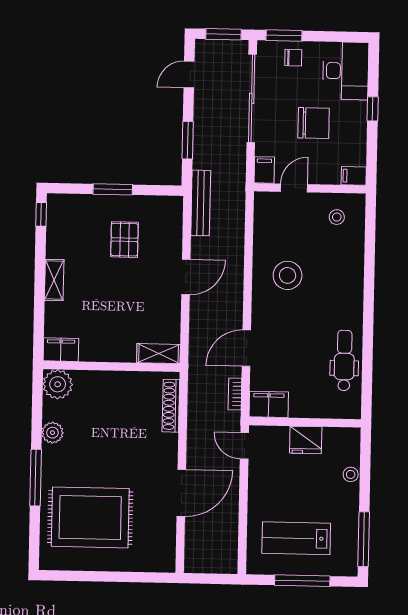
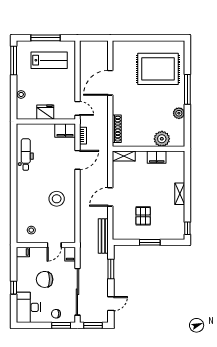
filing cabinet: (61, 350) -> (157, 157), moved
dental chair: (344, 361) -> (26, 154), turned 180
plant: (58, 384) -> (162, 139), moved

